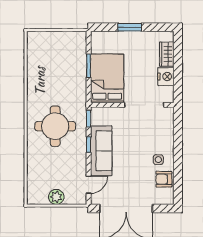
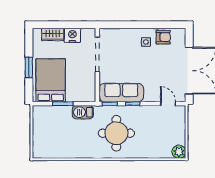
bed: (107, 78) -> (51, 80), moved, turned 90
barbecue: (79, 88) -> (83, 112), added
sofa: (101, 151) -> (121, 93), moved
armchair: (164, 179) -> (163, 37), turned -90
plant: (56, 197) -> (179, 152), moved

